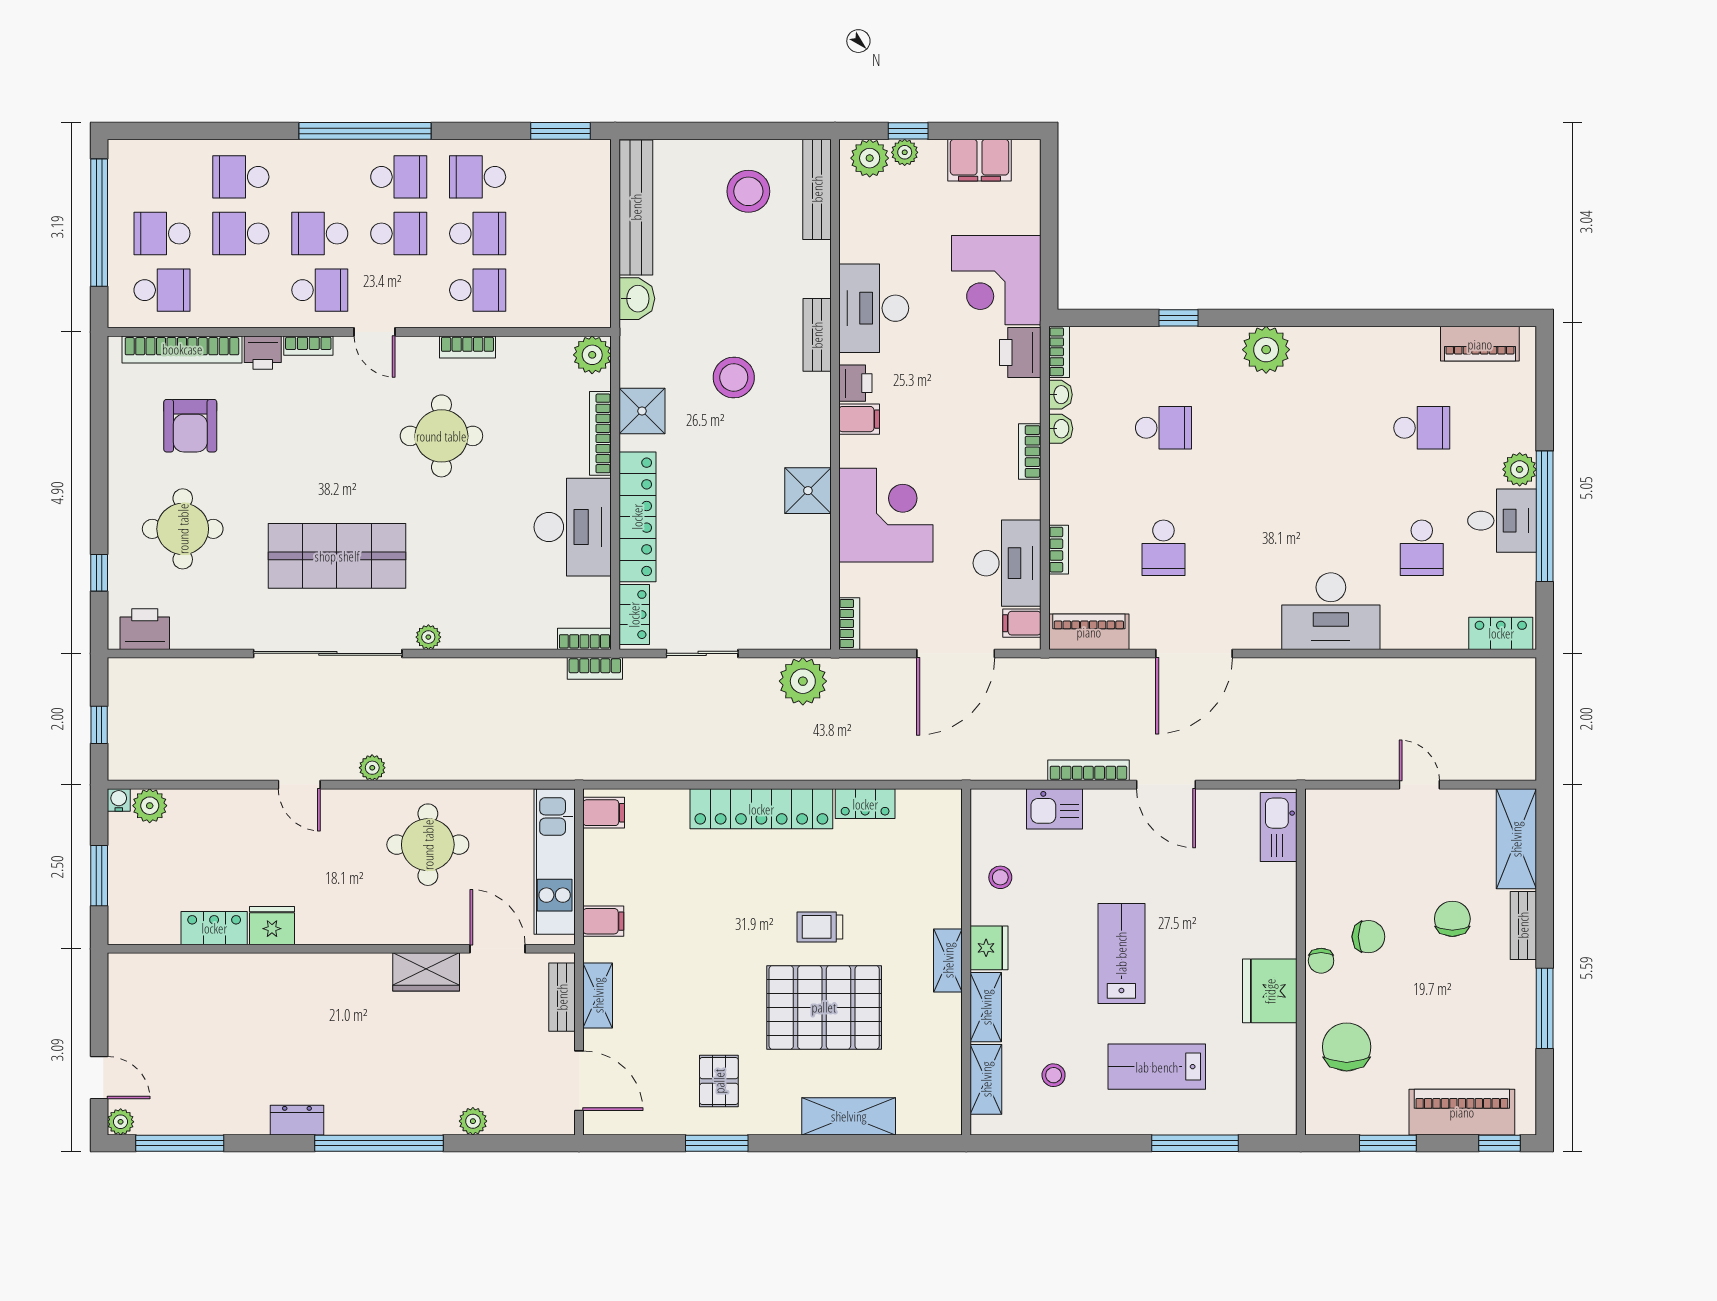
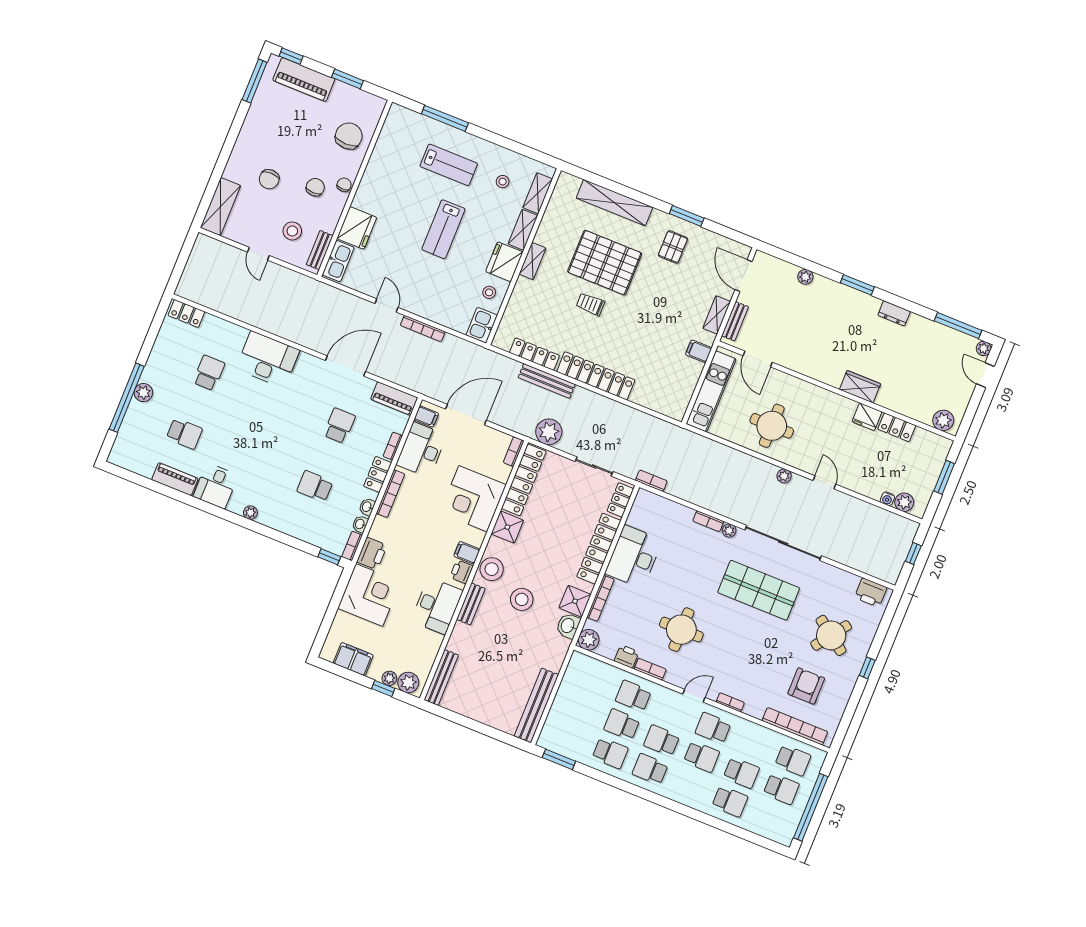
window: (365, 131) -> (658, 799), removed
stool: (748, 191) -> (492, 569), moved
school desk: (162, 290) -> (793, 760), turned 180
washbasin: (637, 299) -> (568, 626), moved
window: (1179, 318) -> (329, 557), moved
door: (375, 332) -> (694, 696), hinge flipped
piano: (1480, 344) -> (175, 479), moved
plant: (1266, 350) -> (250, 513), width x0.53, depth x0.53
printer: (263, 353) -> (627, 656), moved
school desk: (1422, 428) -> (184, 434), turned 180
bookcase: (1030, 451) -> (390, 494), width x1.56
locker: (1065, 491) -> (378, 474), added
window: (1545, 516) -> (127, 398), moved
desk: (1502, 521) -> (216, 486), moved, turned -90
round table: (183, 529) -> (831, 635), turned 36
window: (99, 573) -> (867, 668), moved
locker: (812, 582) -> (524, 480), added
bookcase: (584, 639) -> (708, 521), moved
bench: (841, 766) -> (547, 381), added
door: (1166, 785) -> (386, 305), width x0.73
water cooler: (119, 800) -> (887, 499), moved
locker: (865, 804) -> (534, 354), width x1.53
kitchen sink: (1054, 809) -> (482, 325), moved, turned -90
filing cabinet: (604, 813) -> (676, 406), removed
stool: (1377, 847) -> (292, 231), added
bench: (1523, 925) -> (320, 250), moved
trolley: (820, 927) -> (590, 304), turned 180
chair: (1368, 937) -> (315, 187), turned 90
fridge: (989, 948) -> (504, 262), width x1.36, depth x1.34
plant: (140, 972) -> (943, 420), added
wardrobe: (426, 972) -> (860, 387), moved
fridge: (1270, 991) -> (357, 228), moved
window: (1545, 1008) -> (255, 81), moved
chair: (1347, 1047) -> (349, 136), turned 180
shelving: (849, 1116) -> (615, 203), width x1.47
window: (379, 1143) -> (857, 285), width x0.47

